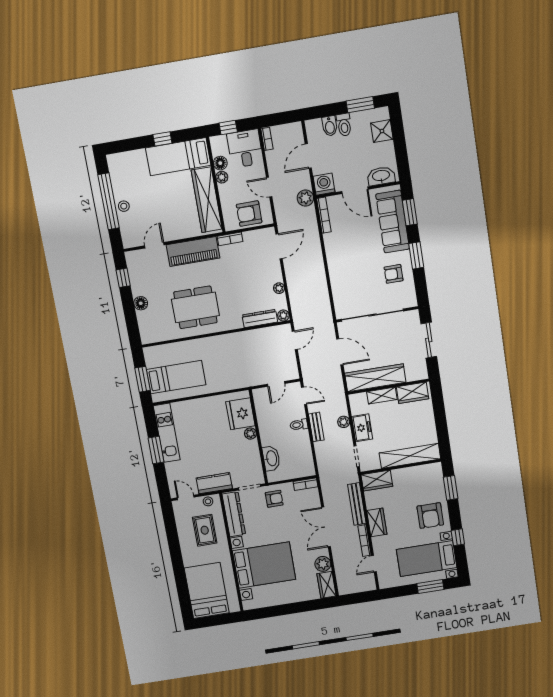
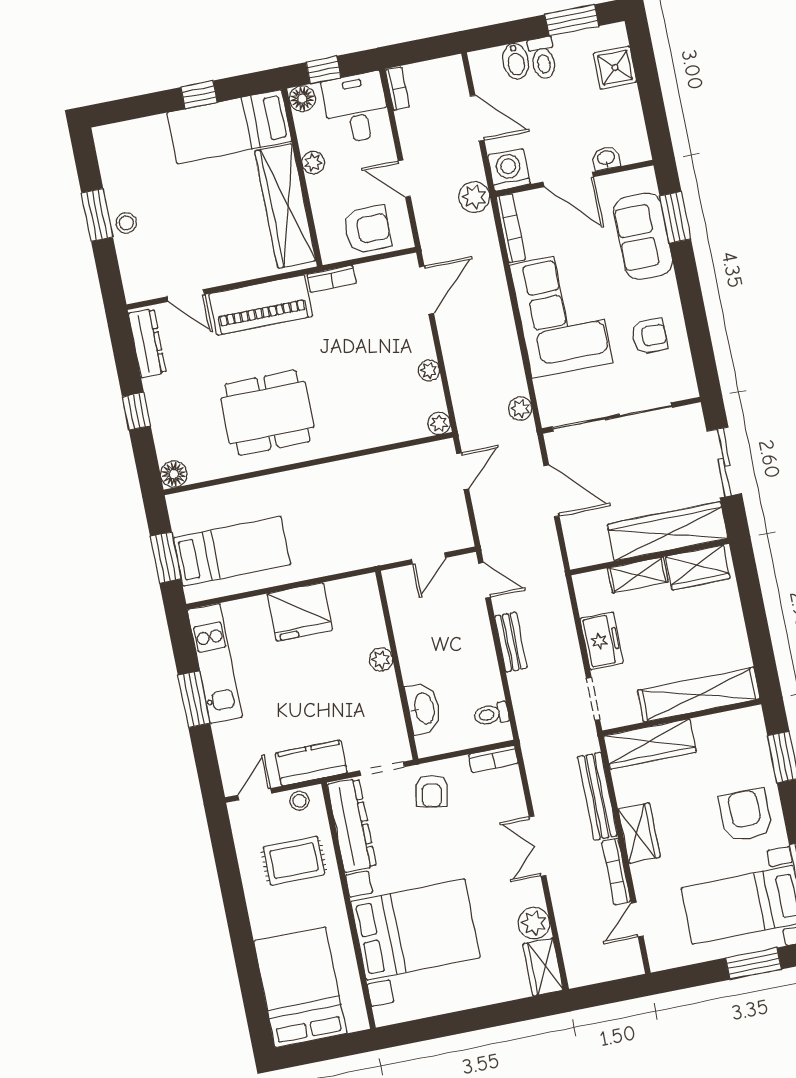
door: (308, 156) -> (477, 118), swing flipped
floor lamp: (220, 163) -> (302, 99), moved
washbasin: (381, 176) -> (606, 158), width x0.52, depth x0.69
window: (109, 201) -> (97, 215), width x0.47
armchair: (249, 214) -> (367, 229), turned 180
sofa: (393, 222) -> (643, 236), width x0.73
door: (154, 245) -> (186, 296), swing flipped
window: (416, 255) -> (692, 299), removed
corner sofa: (348, 261) -> (561, 314), added
armchair: (394, 274) -> (650, 336), turned 180
window: (123, 278) -> (136, 411), moved
floor lamp: (141, 303) -> (174, 474), moved
dresser: (260, 318) -> (147, 343), moved, turned 90
wardrobe: (375, 378) -> (667, 531), moved
fridge: (240, 414) -> (300, 612), moved, turned -90
plant: (344, 422) -> (520, 409), moved
toilet: (299, 425) -> (491, 714), moved
wardrobe: (377, 481) -> (650, 744), width x1.50
door: (186, 497) -> (255, 794), hinge flipped
armchair: (274, 499) -> (432, 791), turned 101
armchair: (430, 516) -> (746, 815), turned 180
double door: (326, 527) -> (538, 846), width x0.73
rug: (205, 530) -> (294, 861), turned 90

